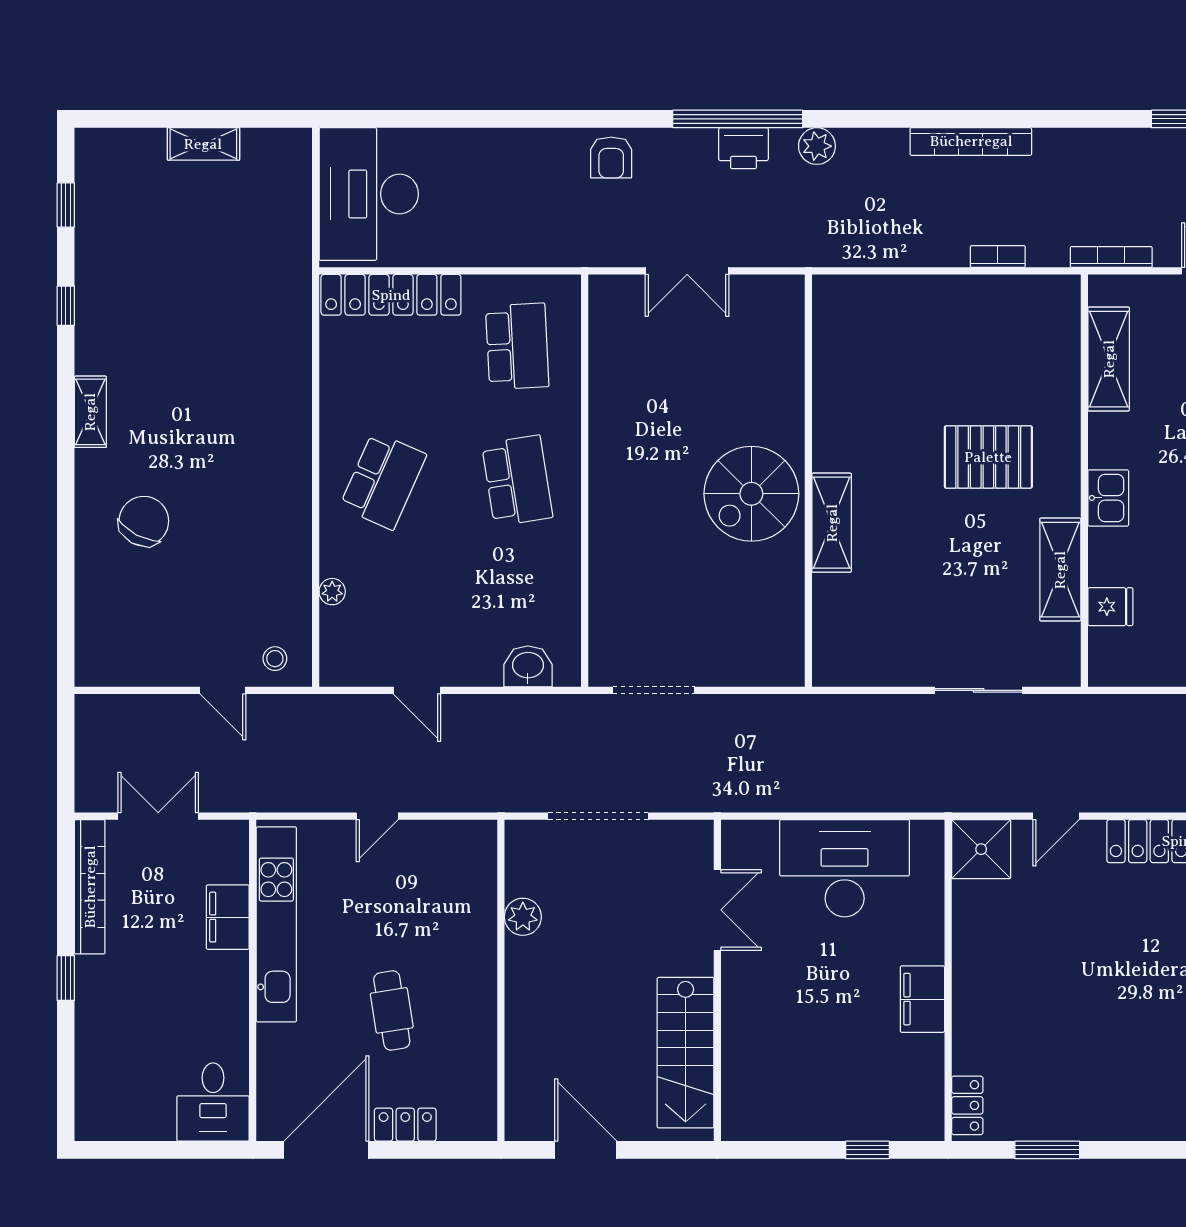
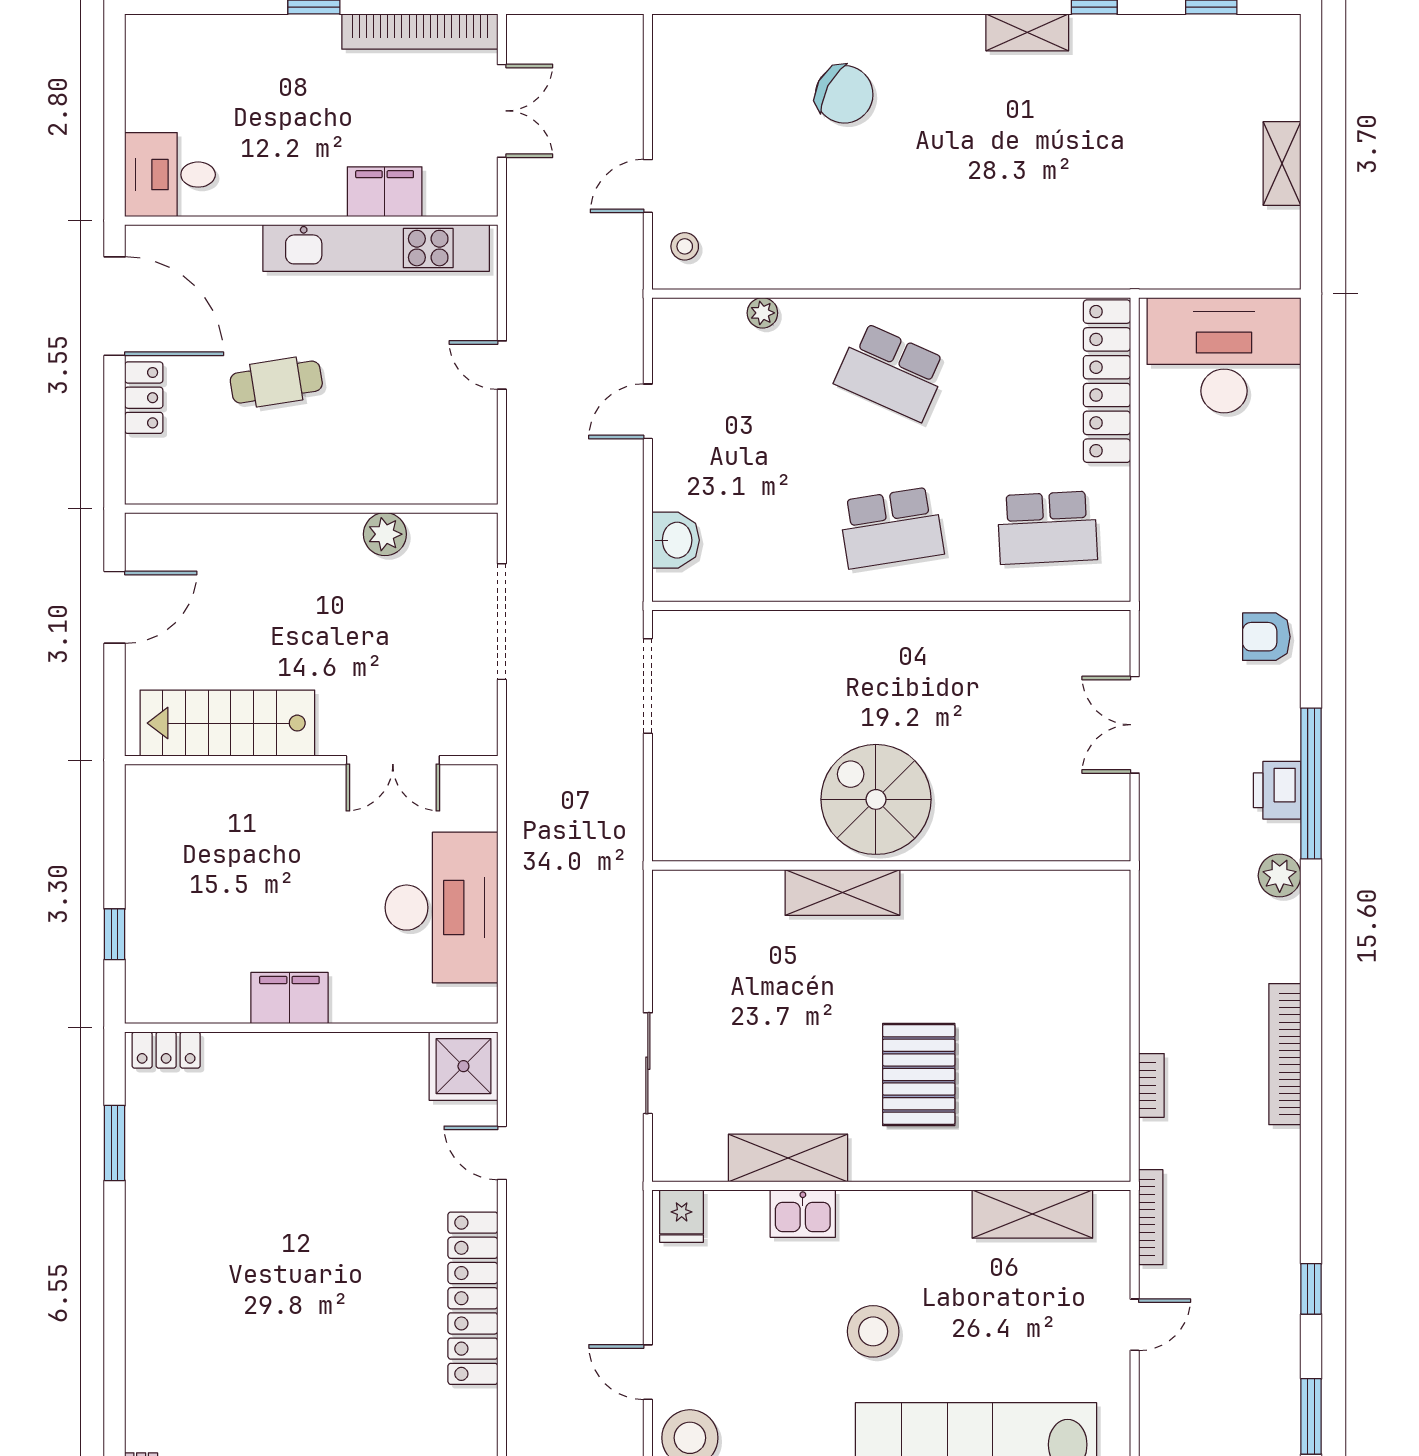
shelving: (90, 412) -> (1027, 32), moved
kitchen sink: (1108, 498) -> (803, 1214), moved
fridge: (1110, 607) -> (682, 1216), moved

